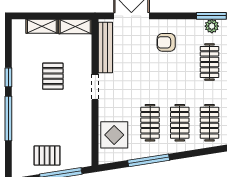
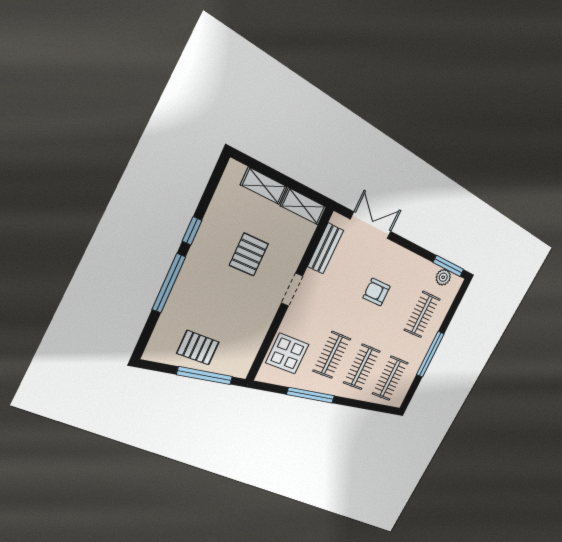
armchair: (166, 42) -> (377, 292), moved
bench: (105, 47) -> (325, 248), width x0.73

